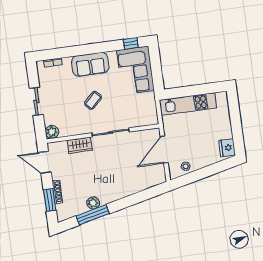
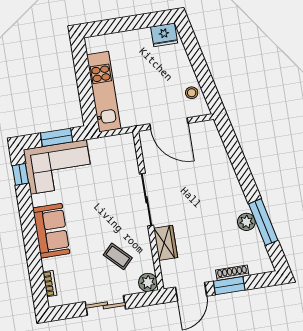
window: (156, 70) -> (57, 137), added
coffee table: (93, 100) -> (118, 256), moved
window: (50, 200) -> (229, 286), moved

